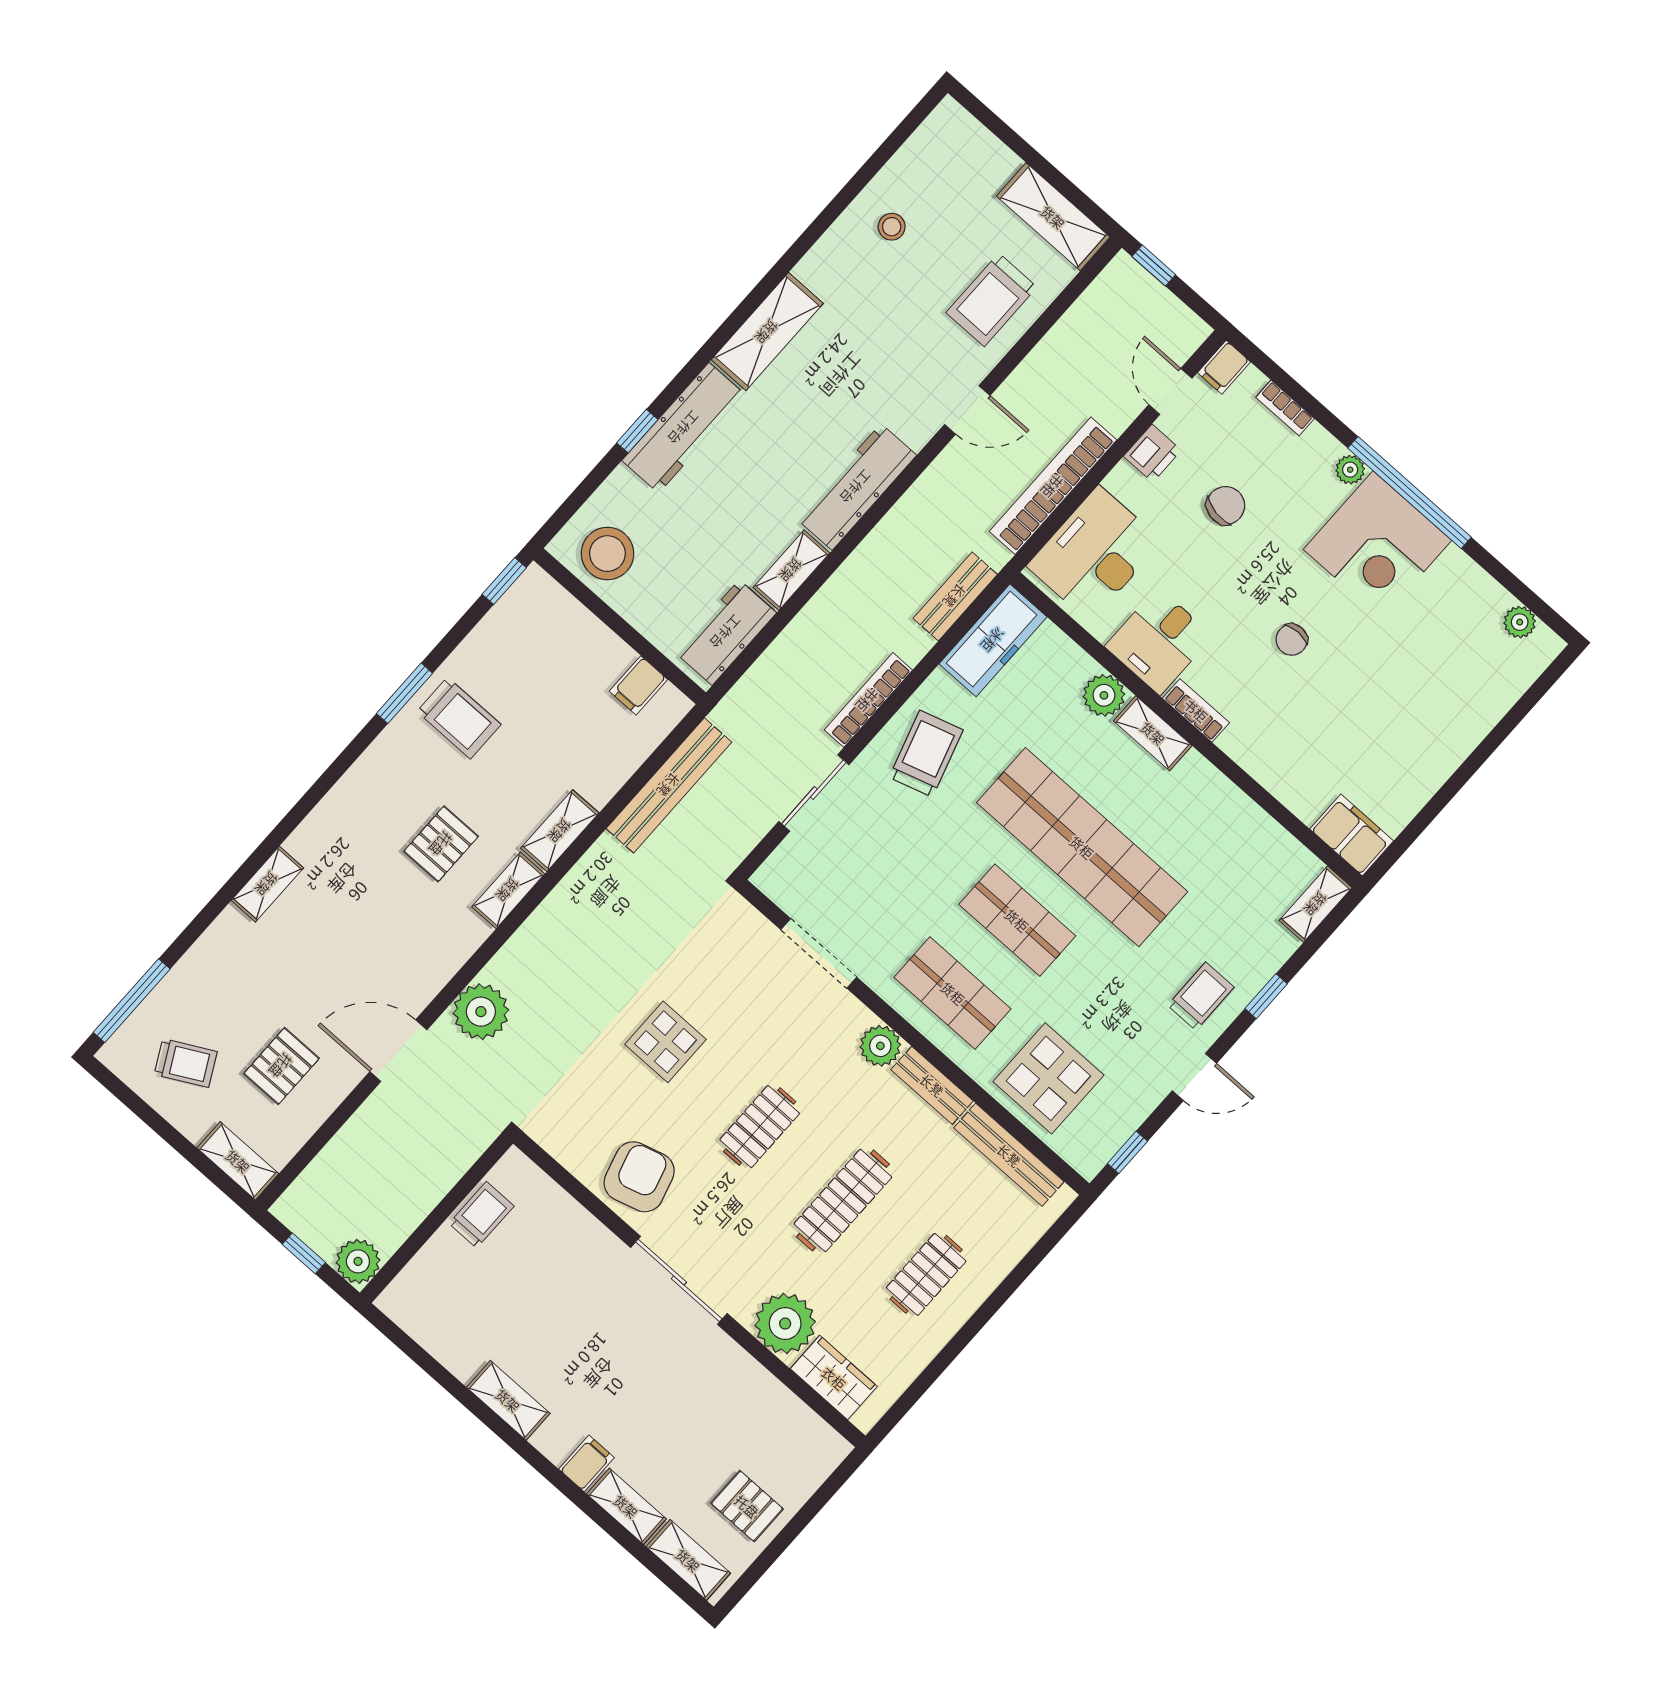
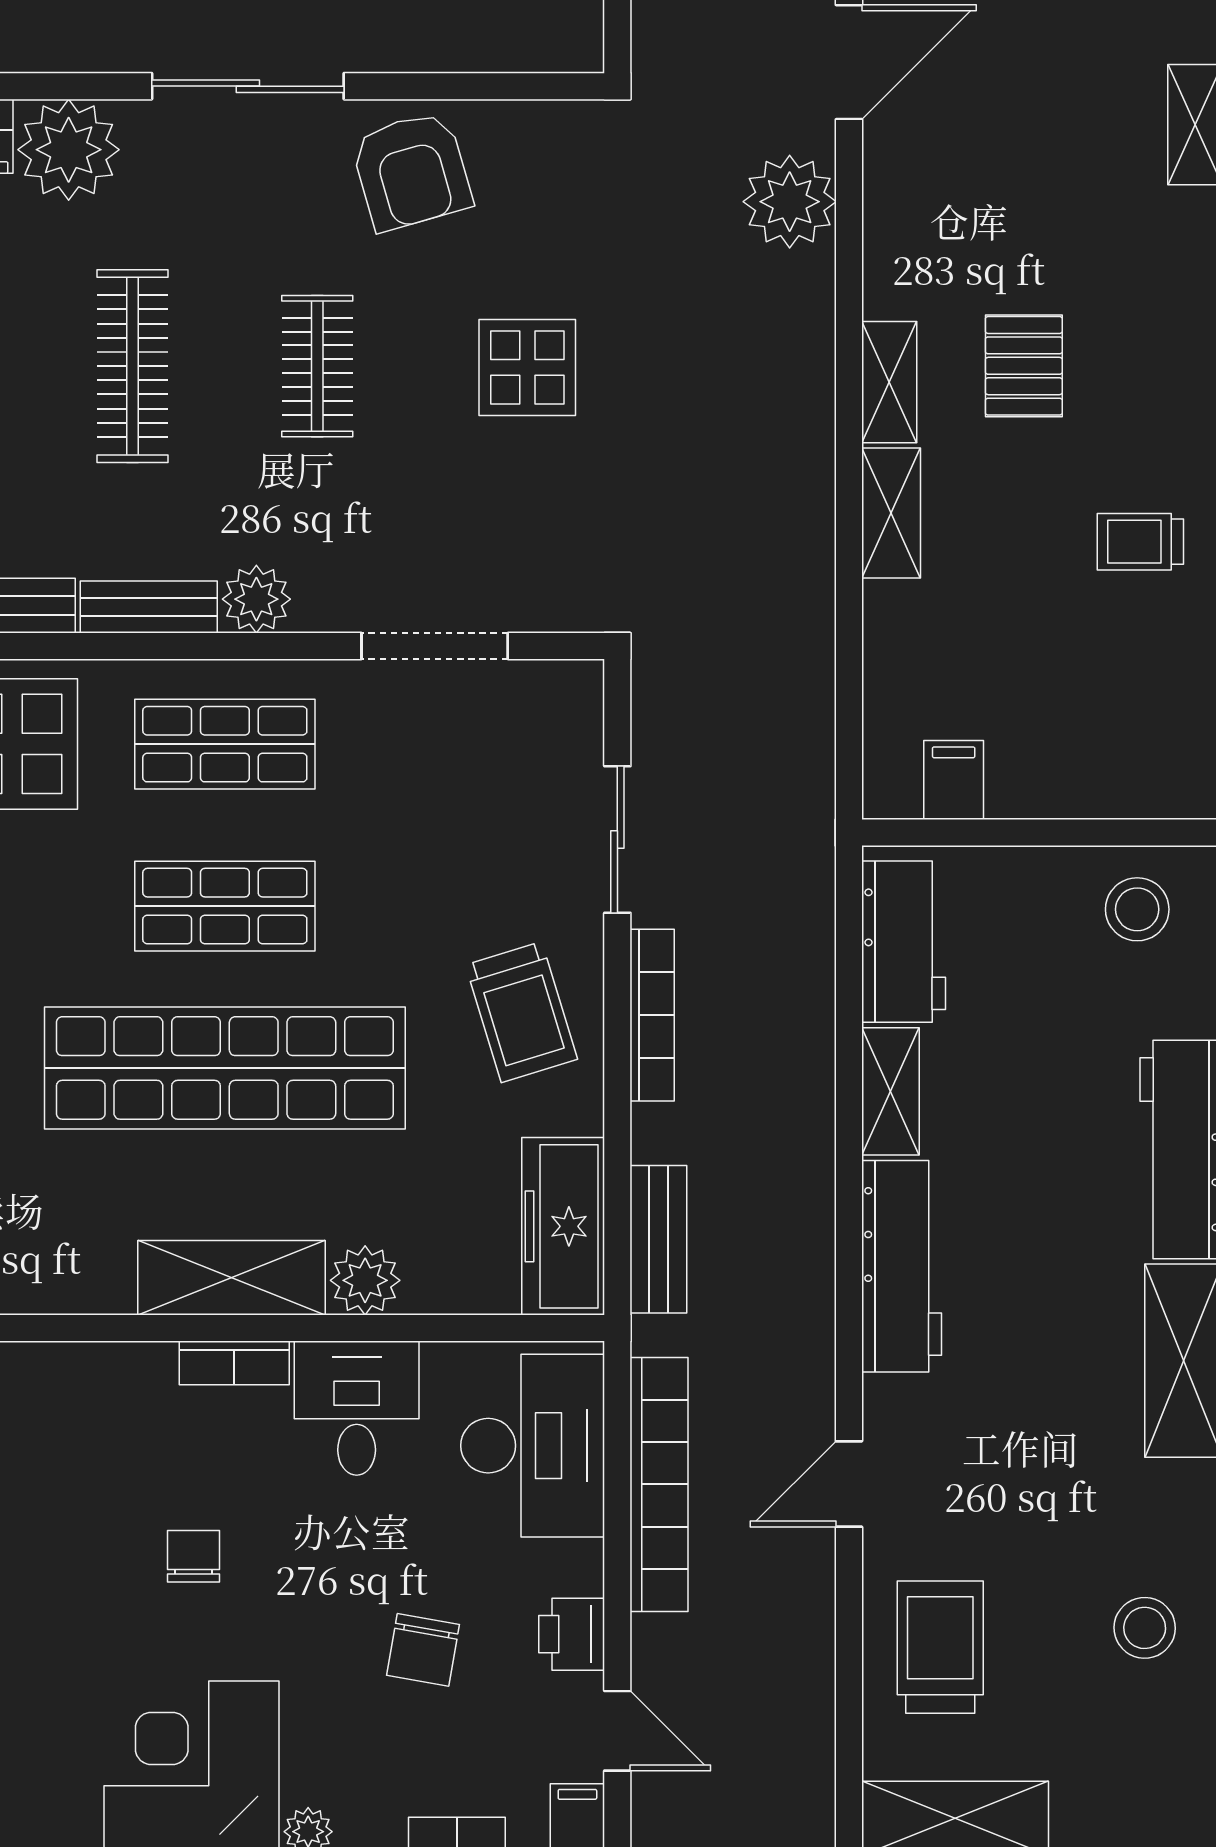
stool: (892, 227) -> (1145, 1628), width x1.37, depth x1.37
stool: (607, 554) -> (1137, 909), width x0.73, depth x0.73
trolley: (459, 718) -> (1140, 542), width x0.73, depth x0.72
shelving: (1153, 733) -> (232, 1278), width x1.50, depth x1.33
bench: (669, 785) -> (805, 689), removed

